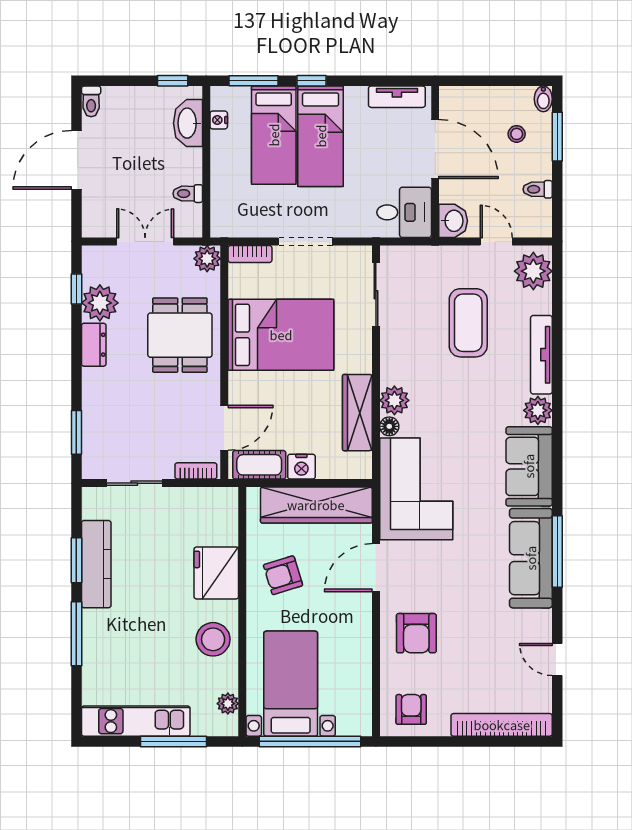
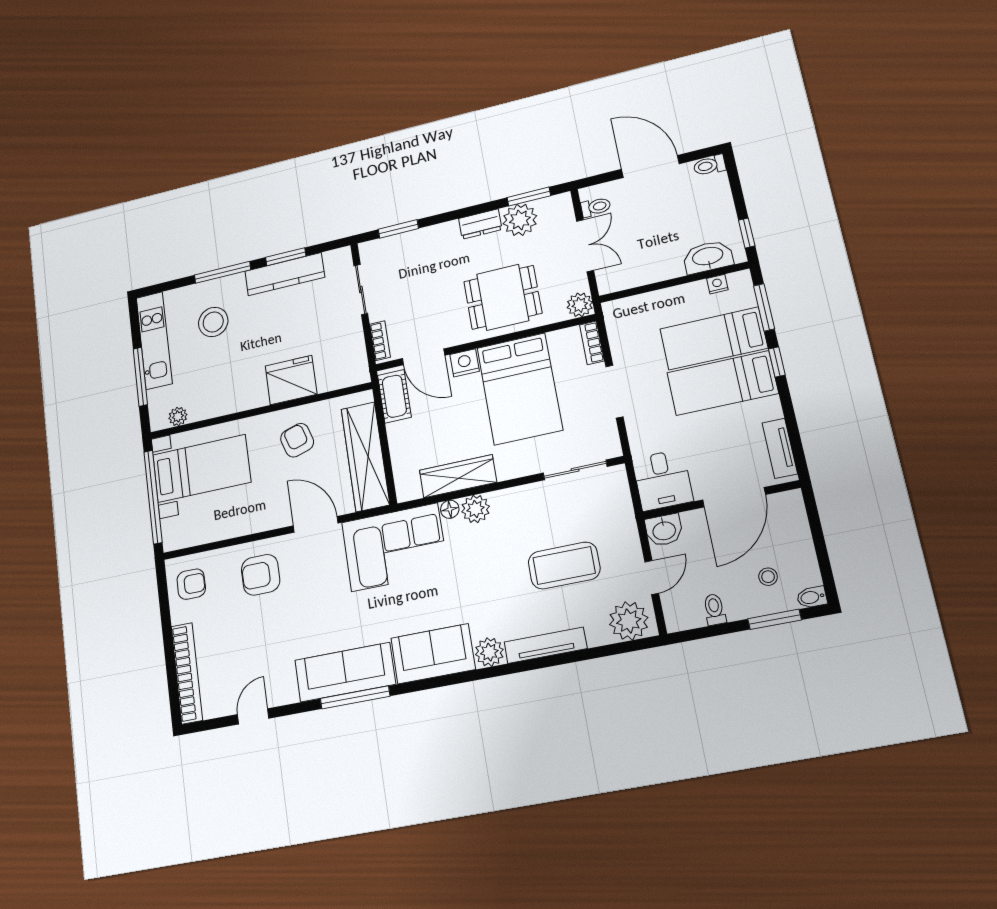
toilet: (188, 194) -> (596, 207), moved, turned 90
window: (76, 289) -> (529, 197), width x1.50
nightstand: (301, 467) -> (465, 363), moved, turned 90
stool: (213, 639) -> (213, 322), moved

